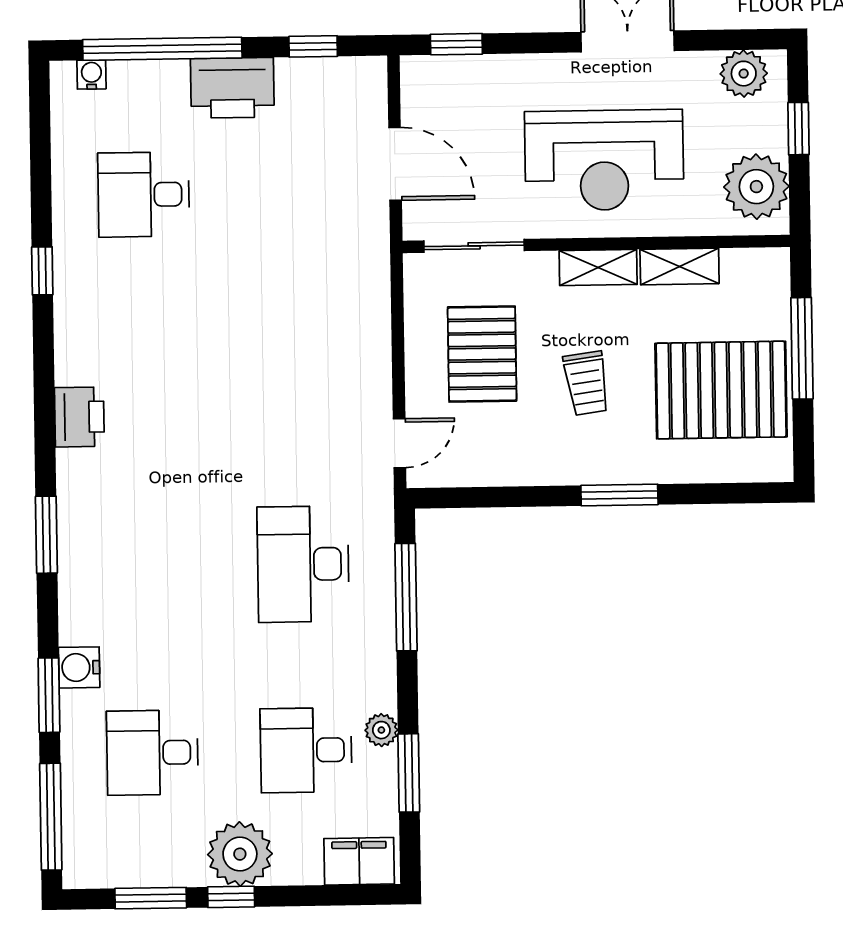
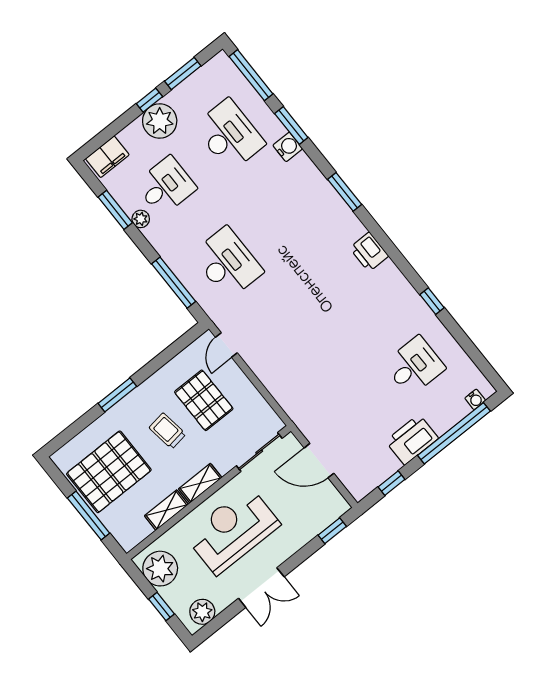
pallet: (482, 354) -> (204, 400), moved
desk: (152, 753) -> (229, 135), width x1.37

